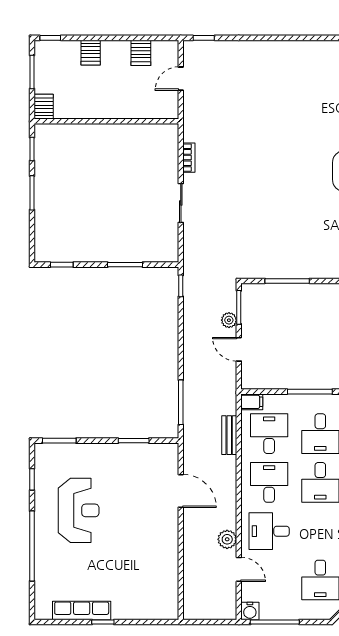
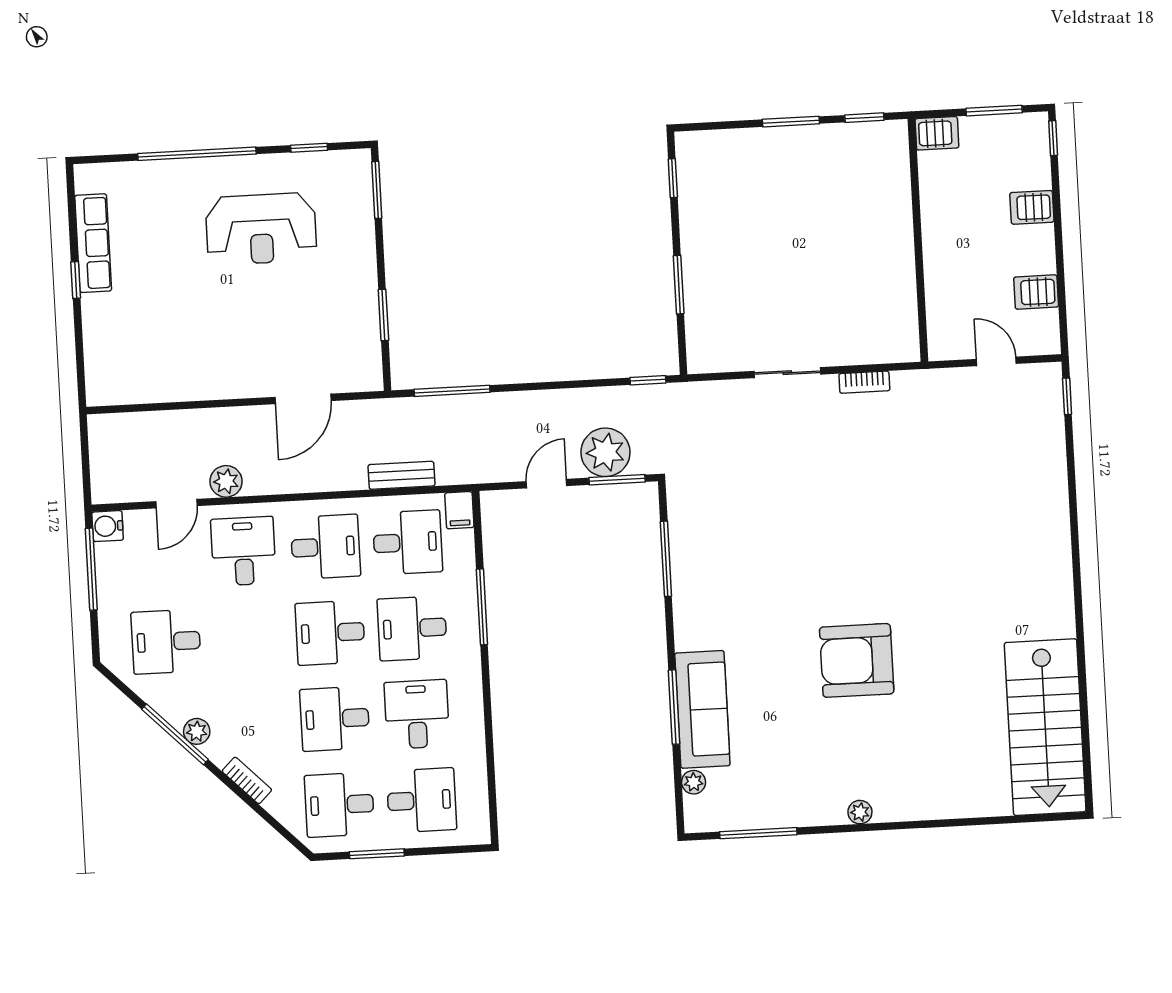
plant: (229, 320) -> (605, 452), width x1.87, depth x1.87

